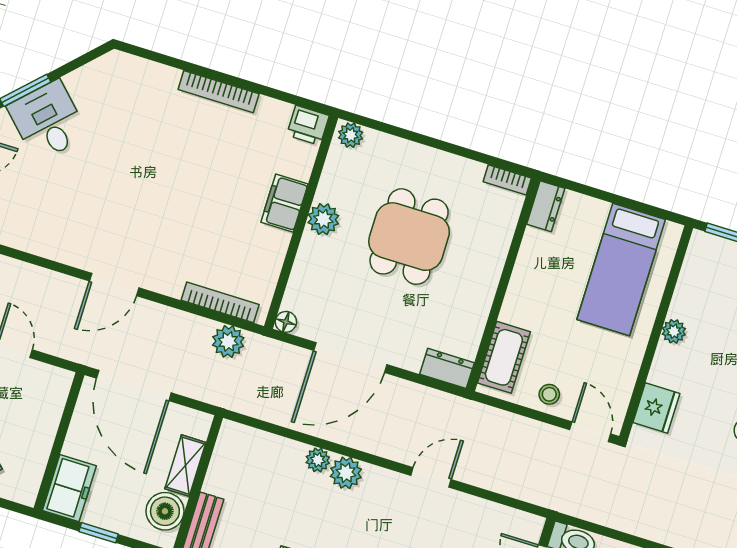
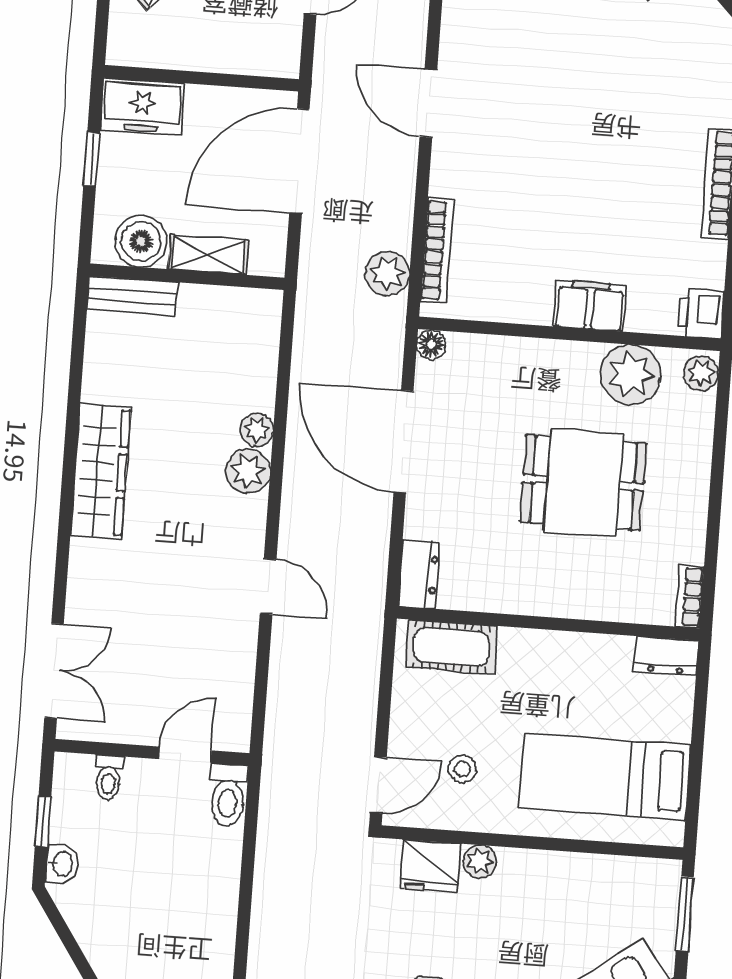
plant: (323, 219) -> (631, 375), moved, width x1.36, depth x1.36
plant: (674, 331) -> (480, 862), moved
stool: (549, 394) -> (462, 769), moved

